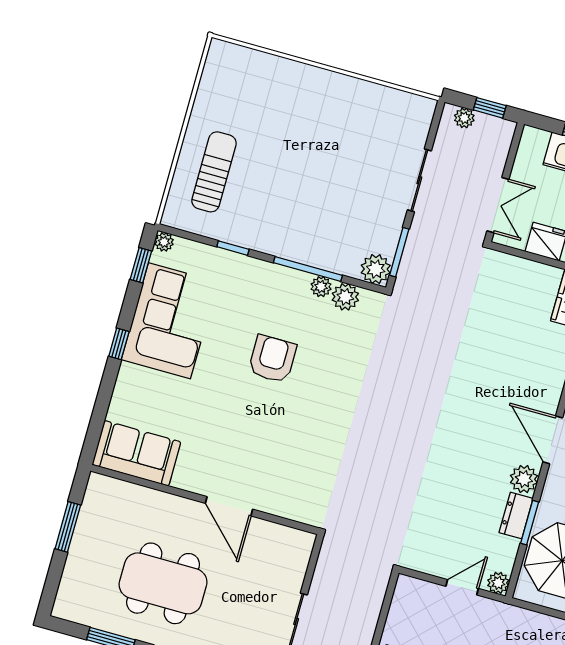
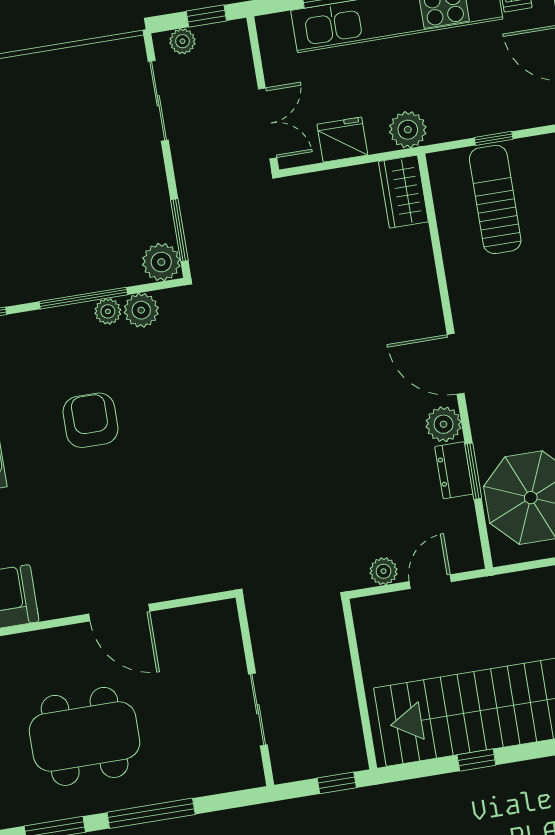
sliding door: (419, 180) -> (158, 101), moved
plant: (498, 583) -> (384, 571), moved

